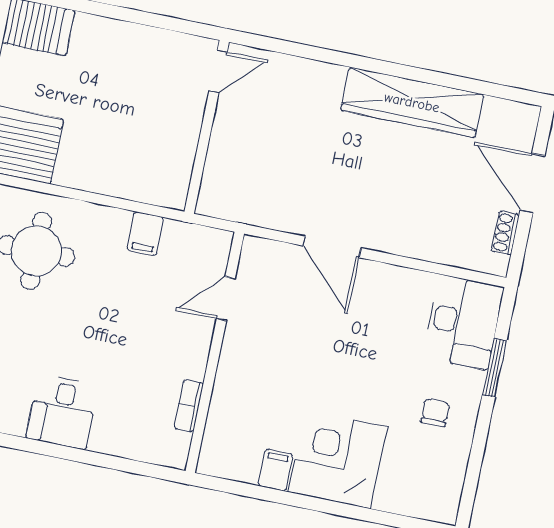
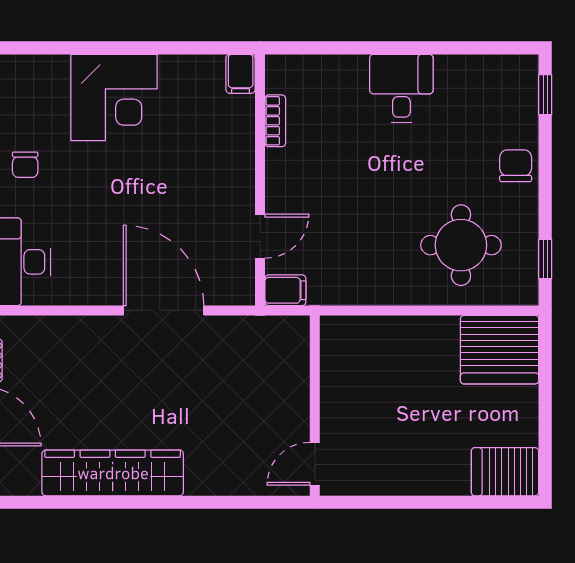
filing cabinet: (145, 234) -> (285, 290), moved, turned 90
door: (332, 247) -> (164, 310), width x1.36
filing cabinet: (276, 470) -> (241, 74), moved

